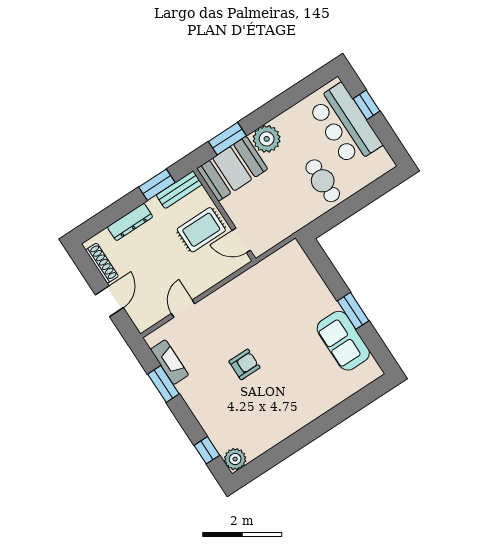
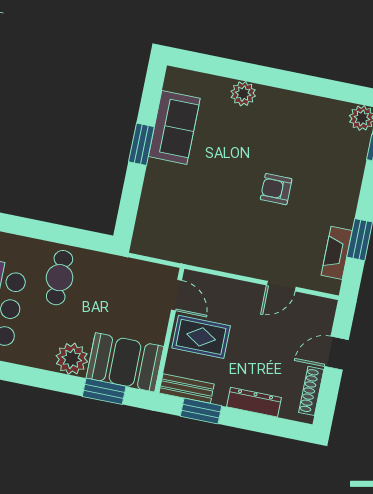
plant: (322, 403) -> (243, 94), added

